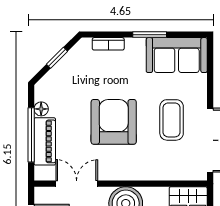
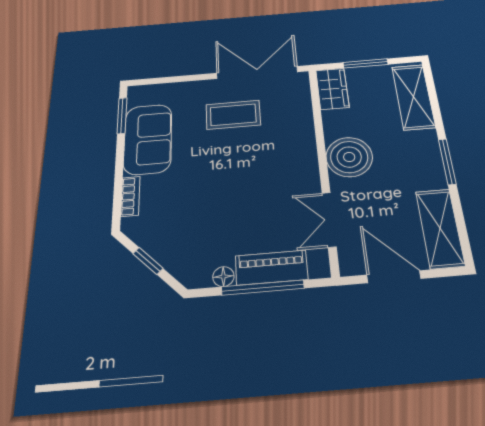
window: (150, 35) -> (122, 116), moved
sofa: (177, 55) -> (148, 139), moved
armchair: (114, 122) -> (239, 181), removed

